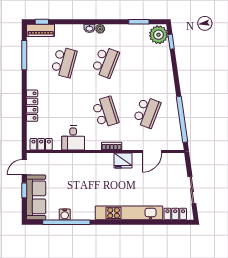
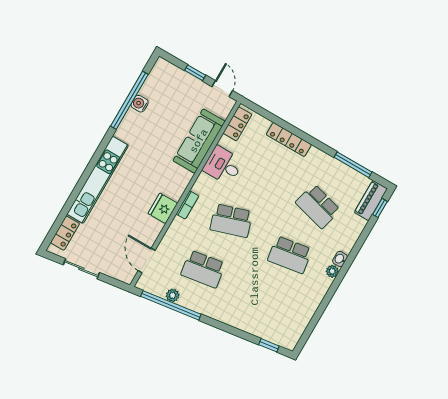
window: (139, 22) -> (314, 321), removed
plant: (159, 35) -> (173, 295), moved, width x0.53, depth x0.53
school desk: (105, 62) -> (290, 255), turned -30
school desk: (147, 112) -> (203, 269), turned -30
door: (152, 152) -> (147, 261), moved
sofa: (36, 197) -> (199, 141), moved, turned 90

